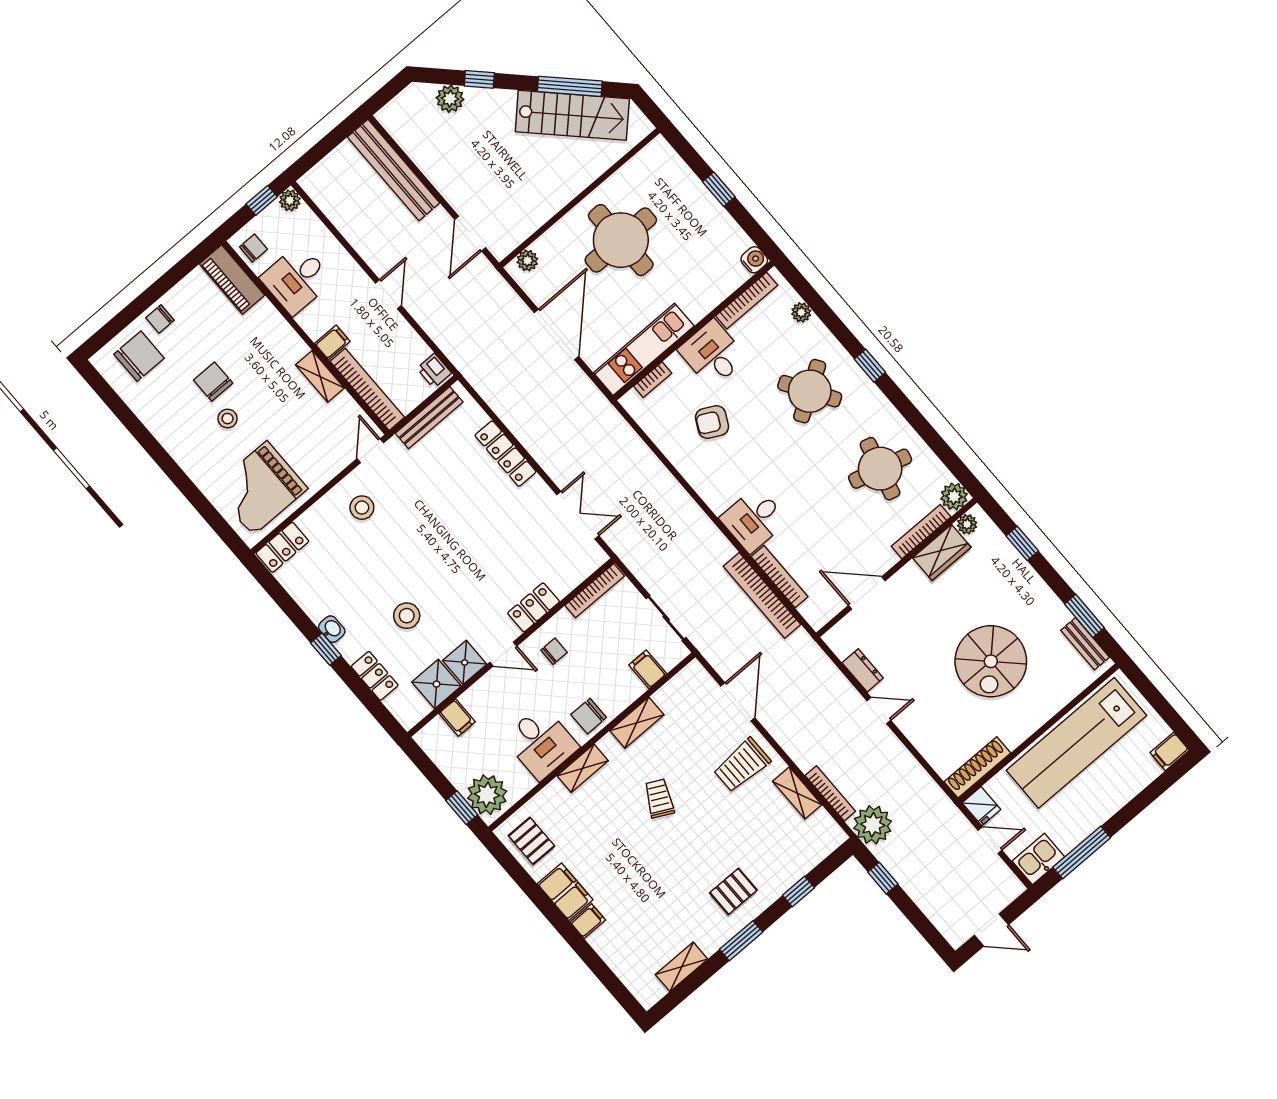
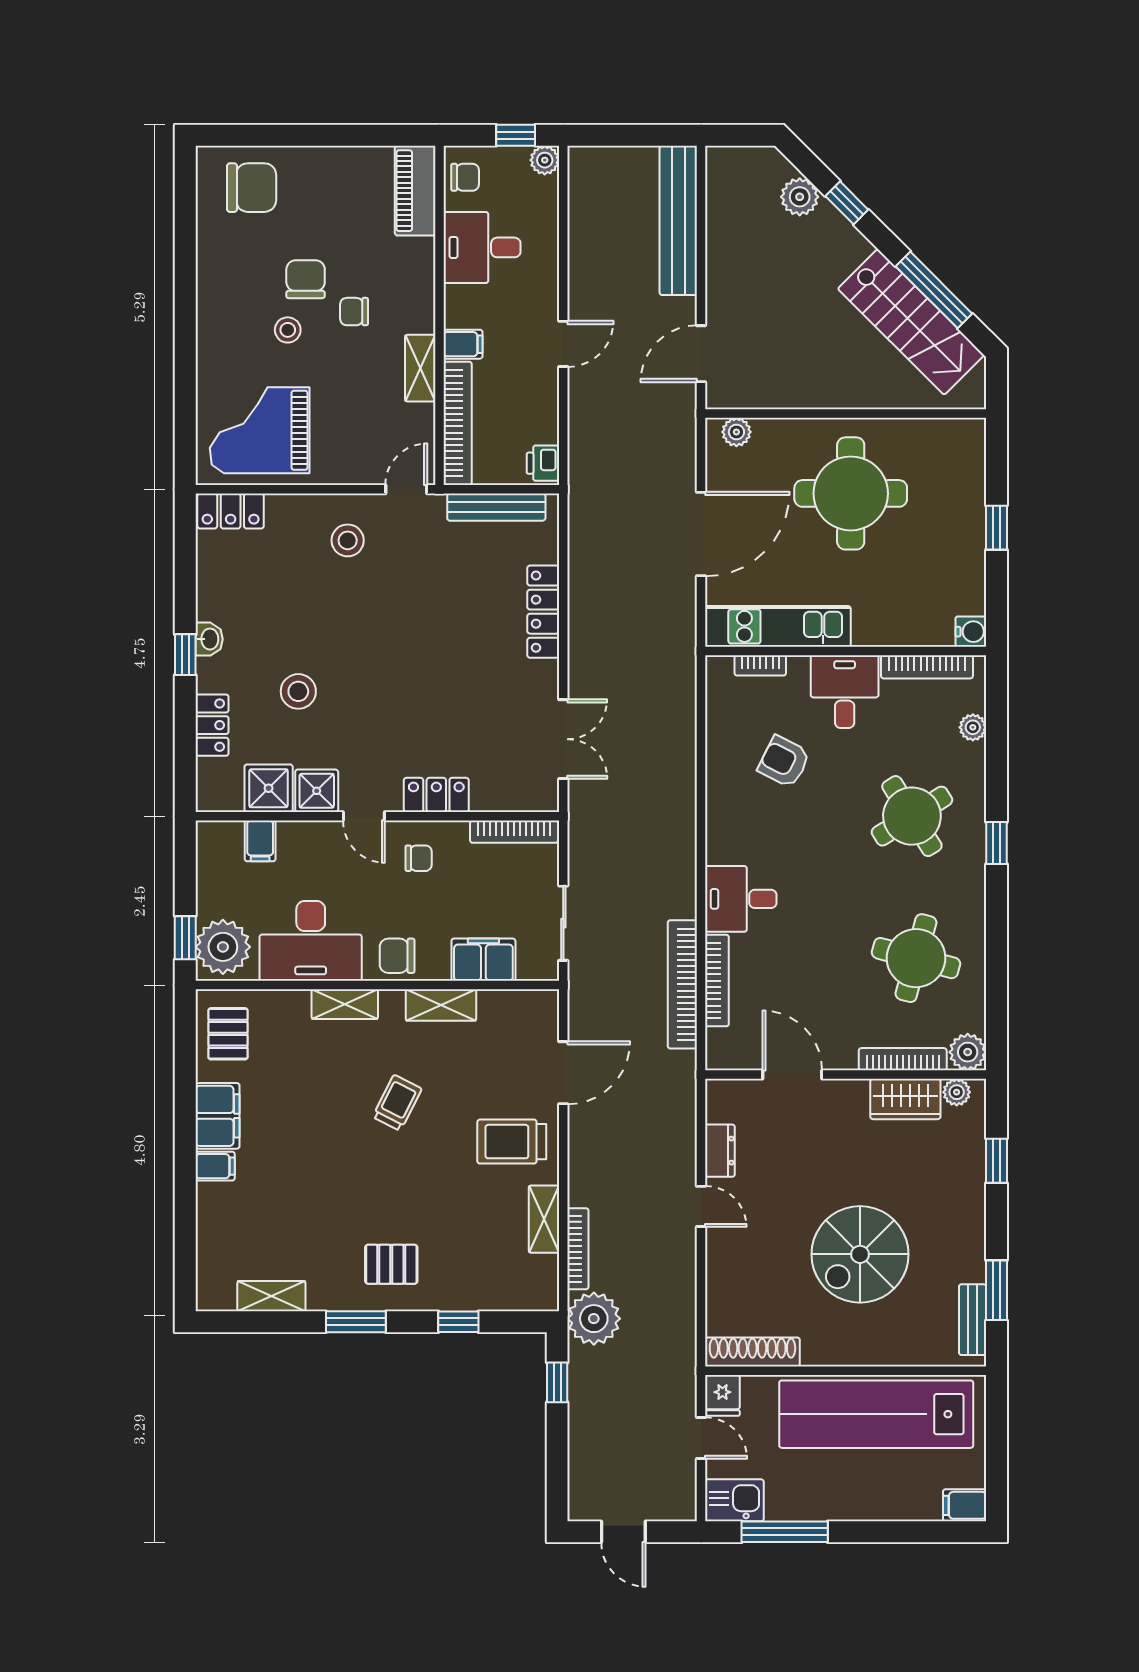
chair: (160, 319) -> (354, 312), moved
filing cabinet: (648, 669) -> (483, 960), width x2.00
desk: (541, 743) -> (311, 941), width x1.37

